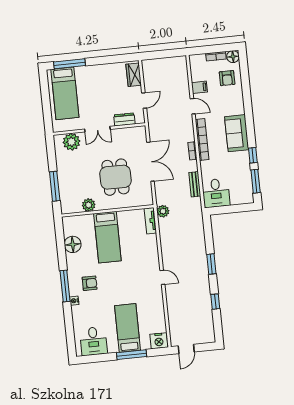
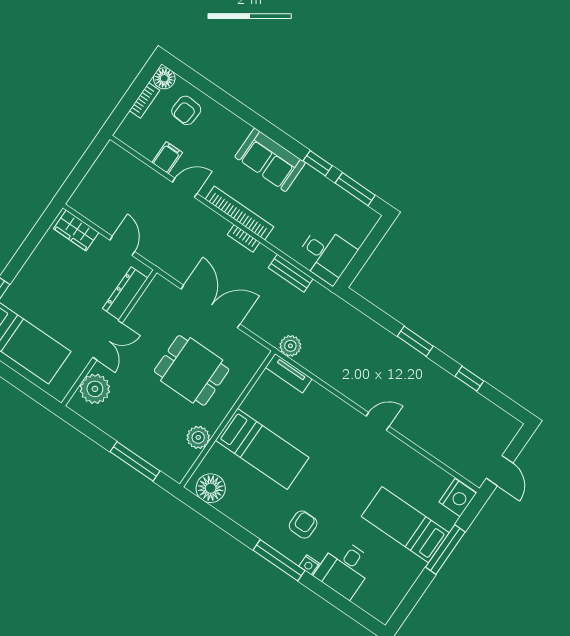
armchair: (227, 78) -> (186, 110), turned 94
dresser: (124, 119) -> (125, 293), width x1.44
floor lamp: (73, 244) -> (211, 488), moved
desk: (93, 341) -> (345, 569), moved, turned 90

